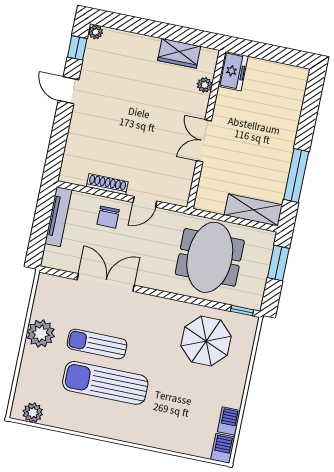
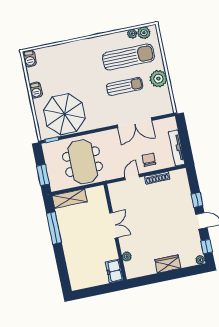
wardrobe: (179, 53) -> (168, 264), moved
window: (61, 125) -> (197, 200), added
parasol: (206, 341) -> (65, 114), width x1.36, depth x1.36
sun lounger: (105, 383) -> (128, 57), moved
plant: (51, 419) -> (132, 34), added
barbecue: (229, 421) -> (36, 90), moved

